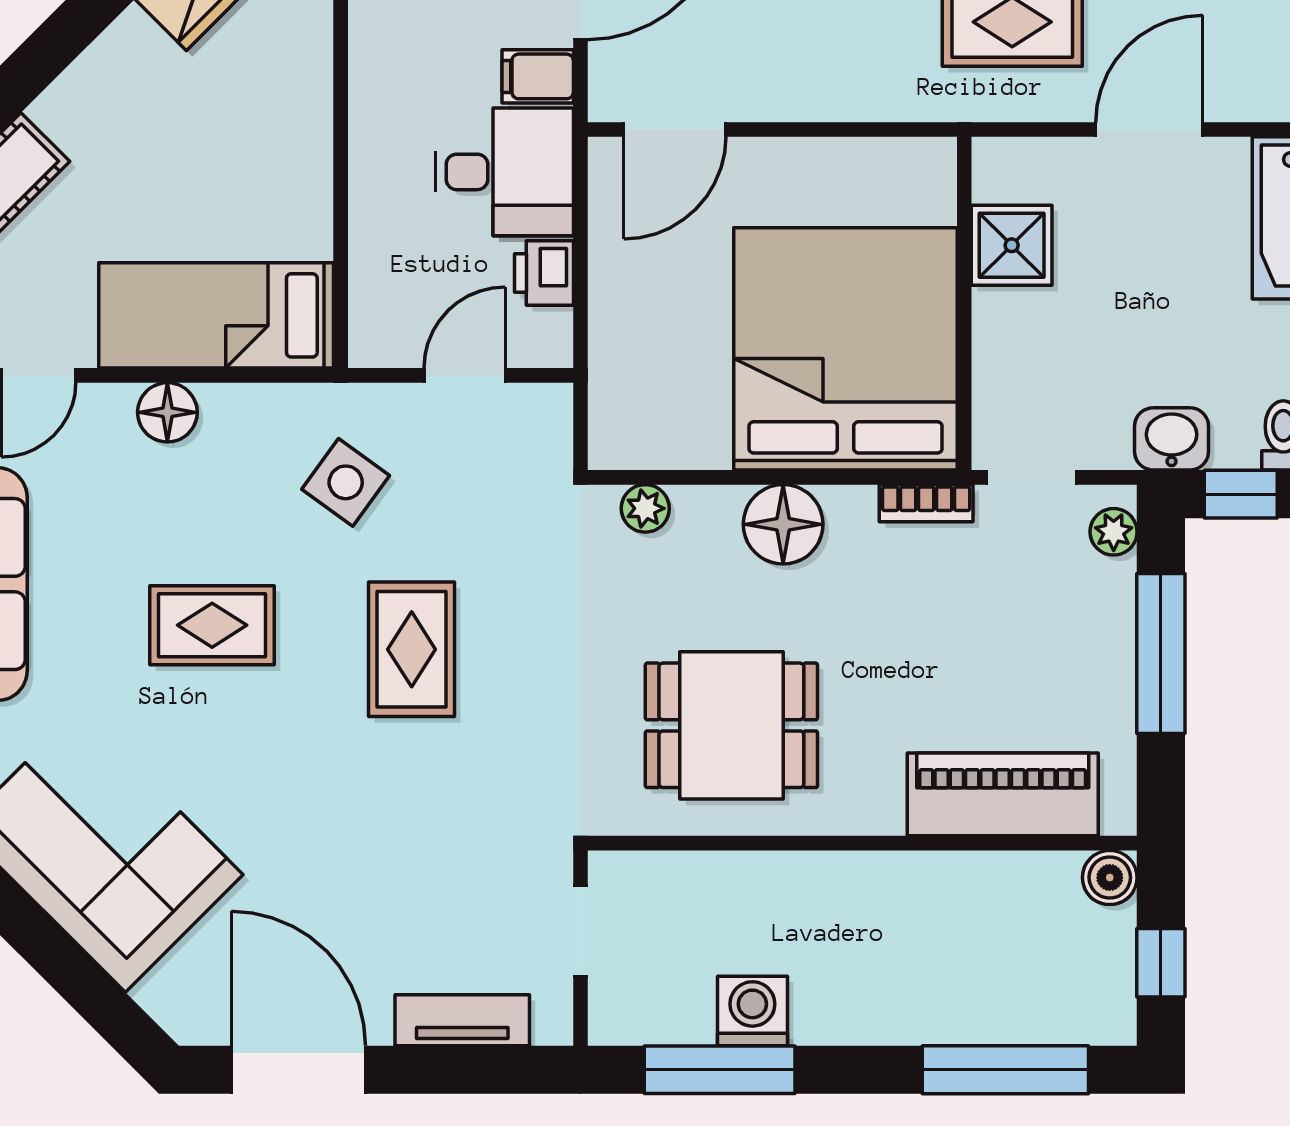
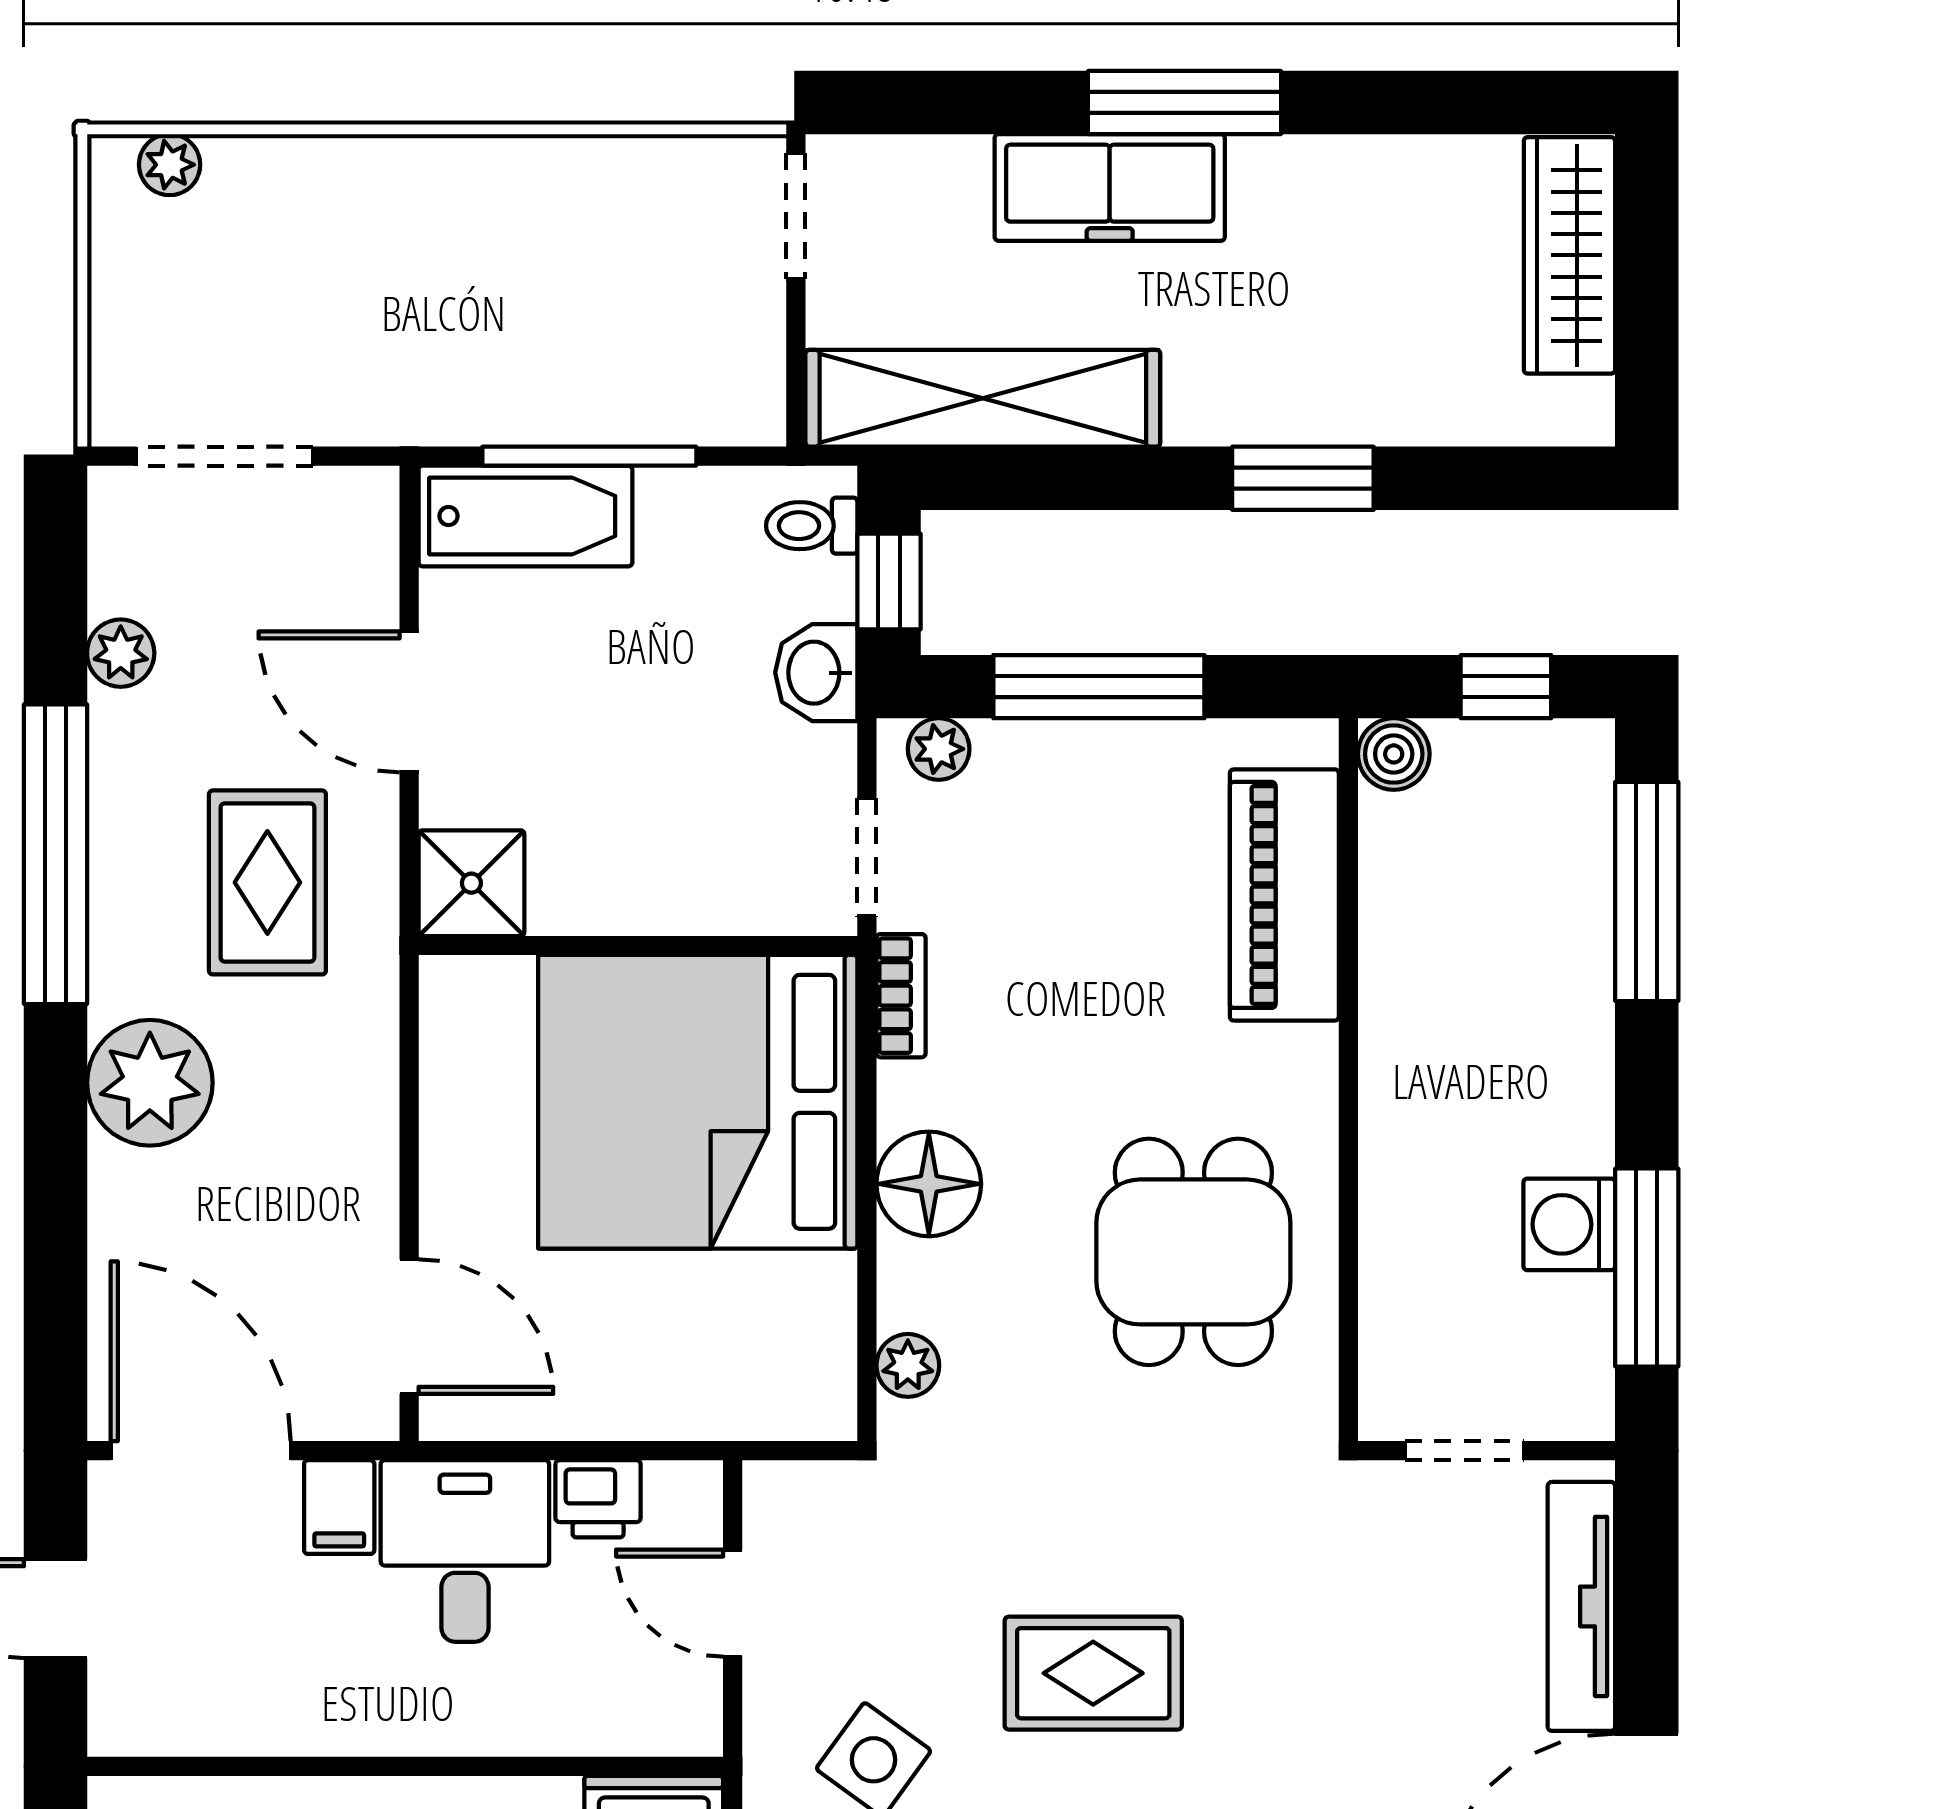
shower: (1012, 245) -> (471, 883), moved
tv unit: (462, 1020) -> (1581, 1606), width x1.41

